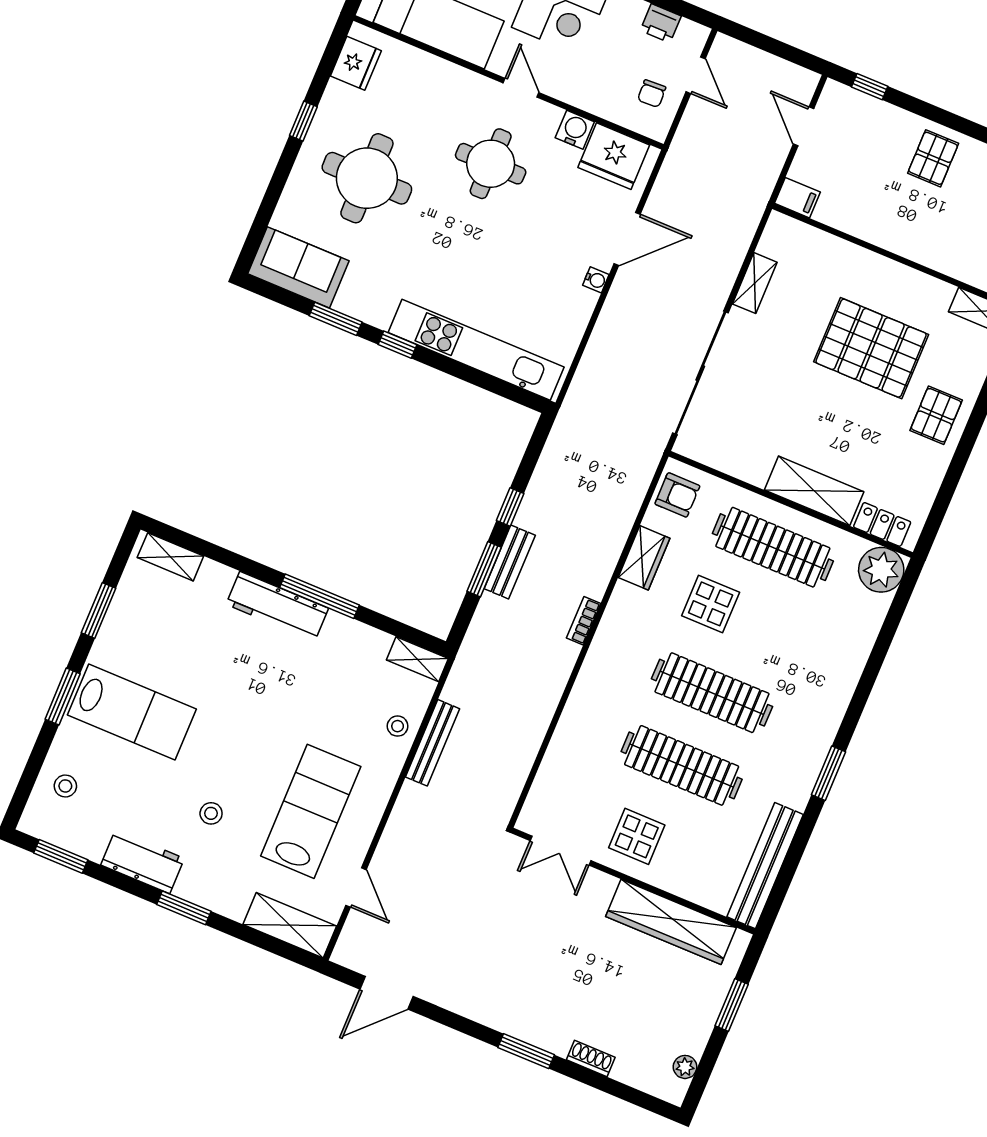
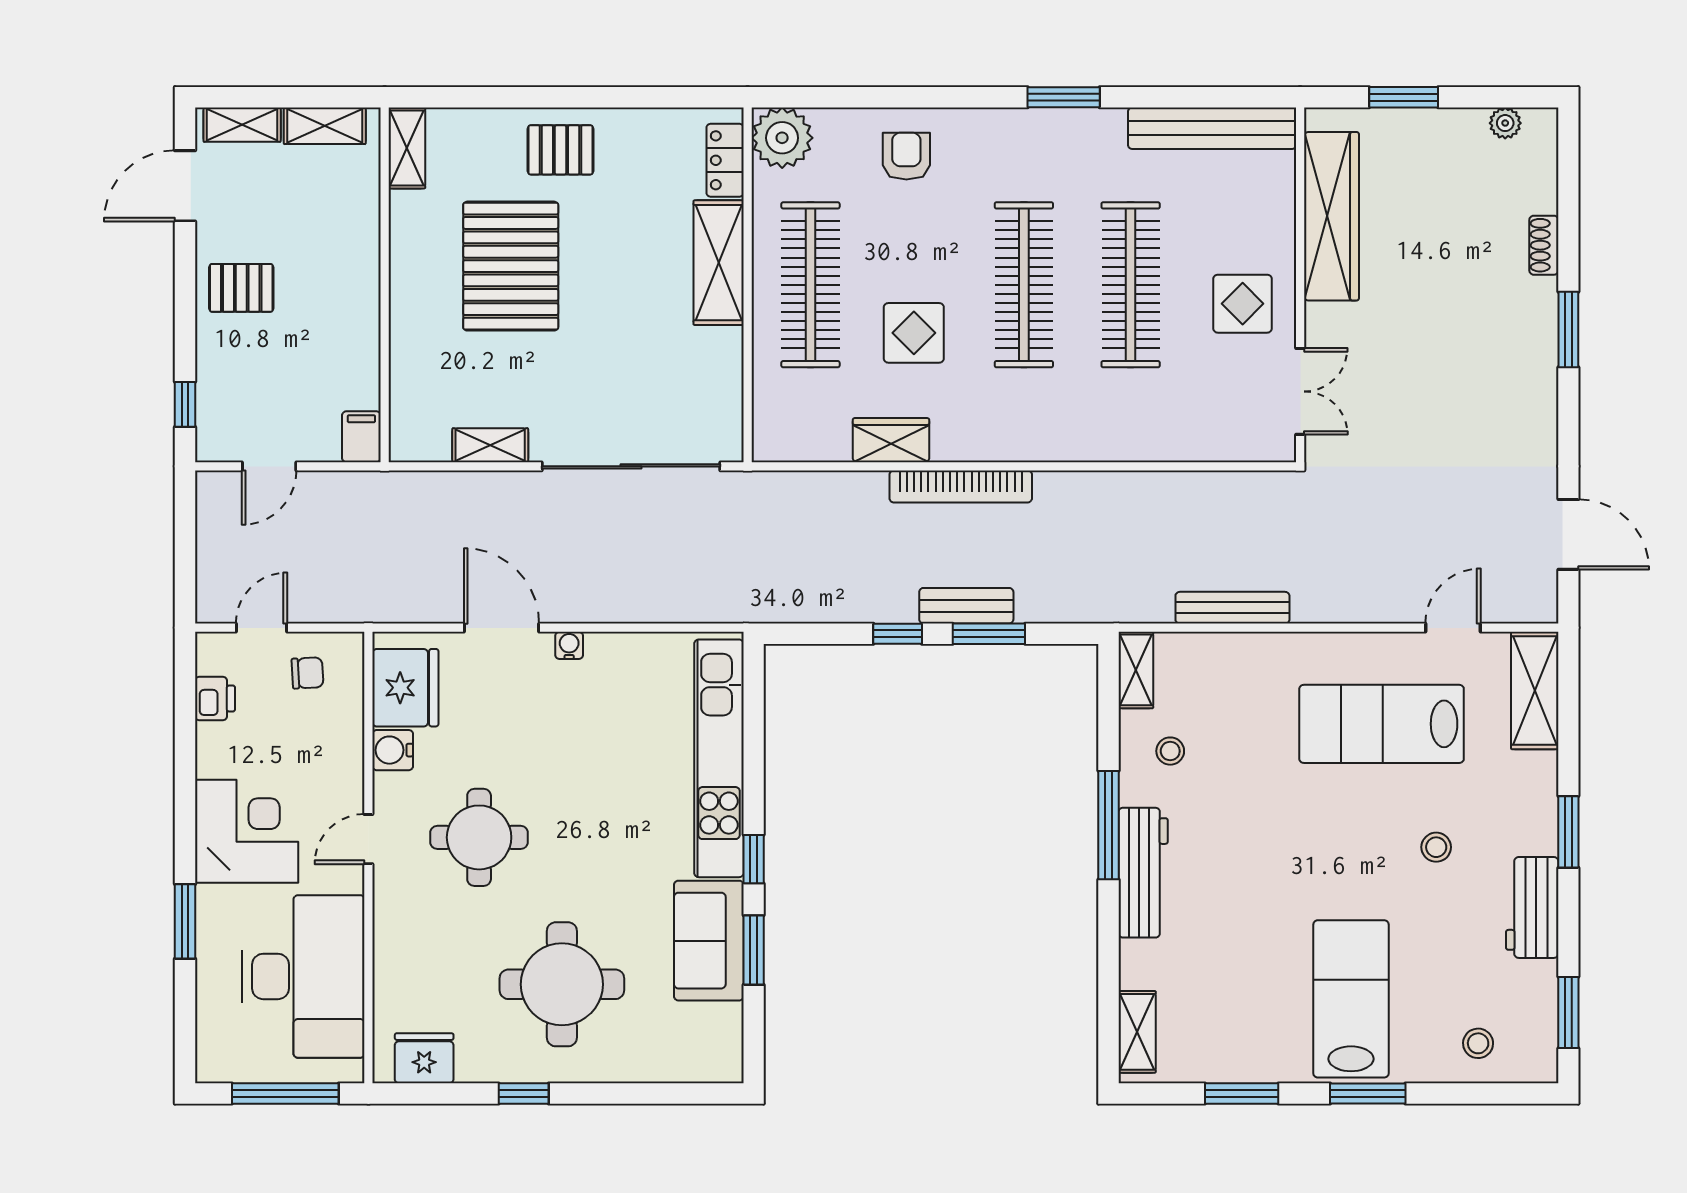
sofa: (298, 267) -> (709, 941), moved
armchair: (677, 495) -> (906, 156), moved
bookcase: (584, 621) -> (961, 486), width x2.31, depth x1.31
stool: (398, 726) -> (1170, 751), moved

